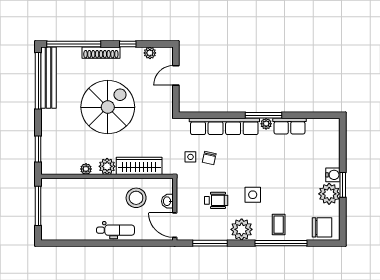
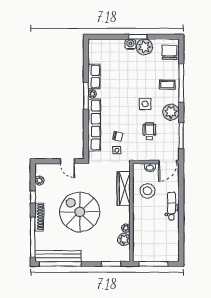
door: (176, 75) -> (67, 161), moved
plant: (107, 166) -> (124, 239), moved

